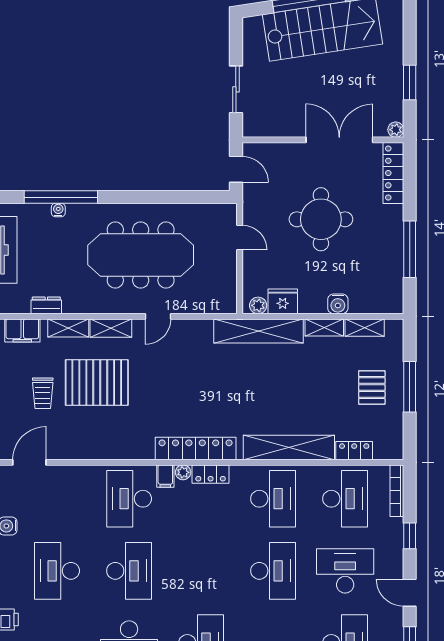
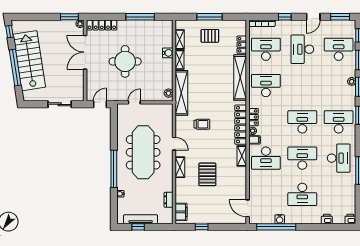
window: (410, 83) -> (69, 17), moved
window: (61, 197) -> (114, 169), moved
fridge: (283, 301) -> (166, 81), removed
shelving: (68, 328) -> (242, 156), moved
pallet: (97, 383) -> (207, 174), width x0.73, depth x0.71
trolley: (43, 393) -> (202, 124), moved
desk: (273, 571) -> (302, 122), moved

